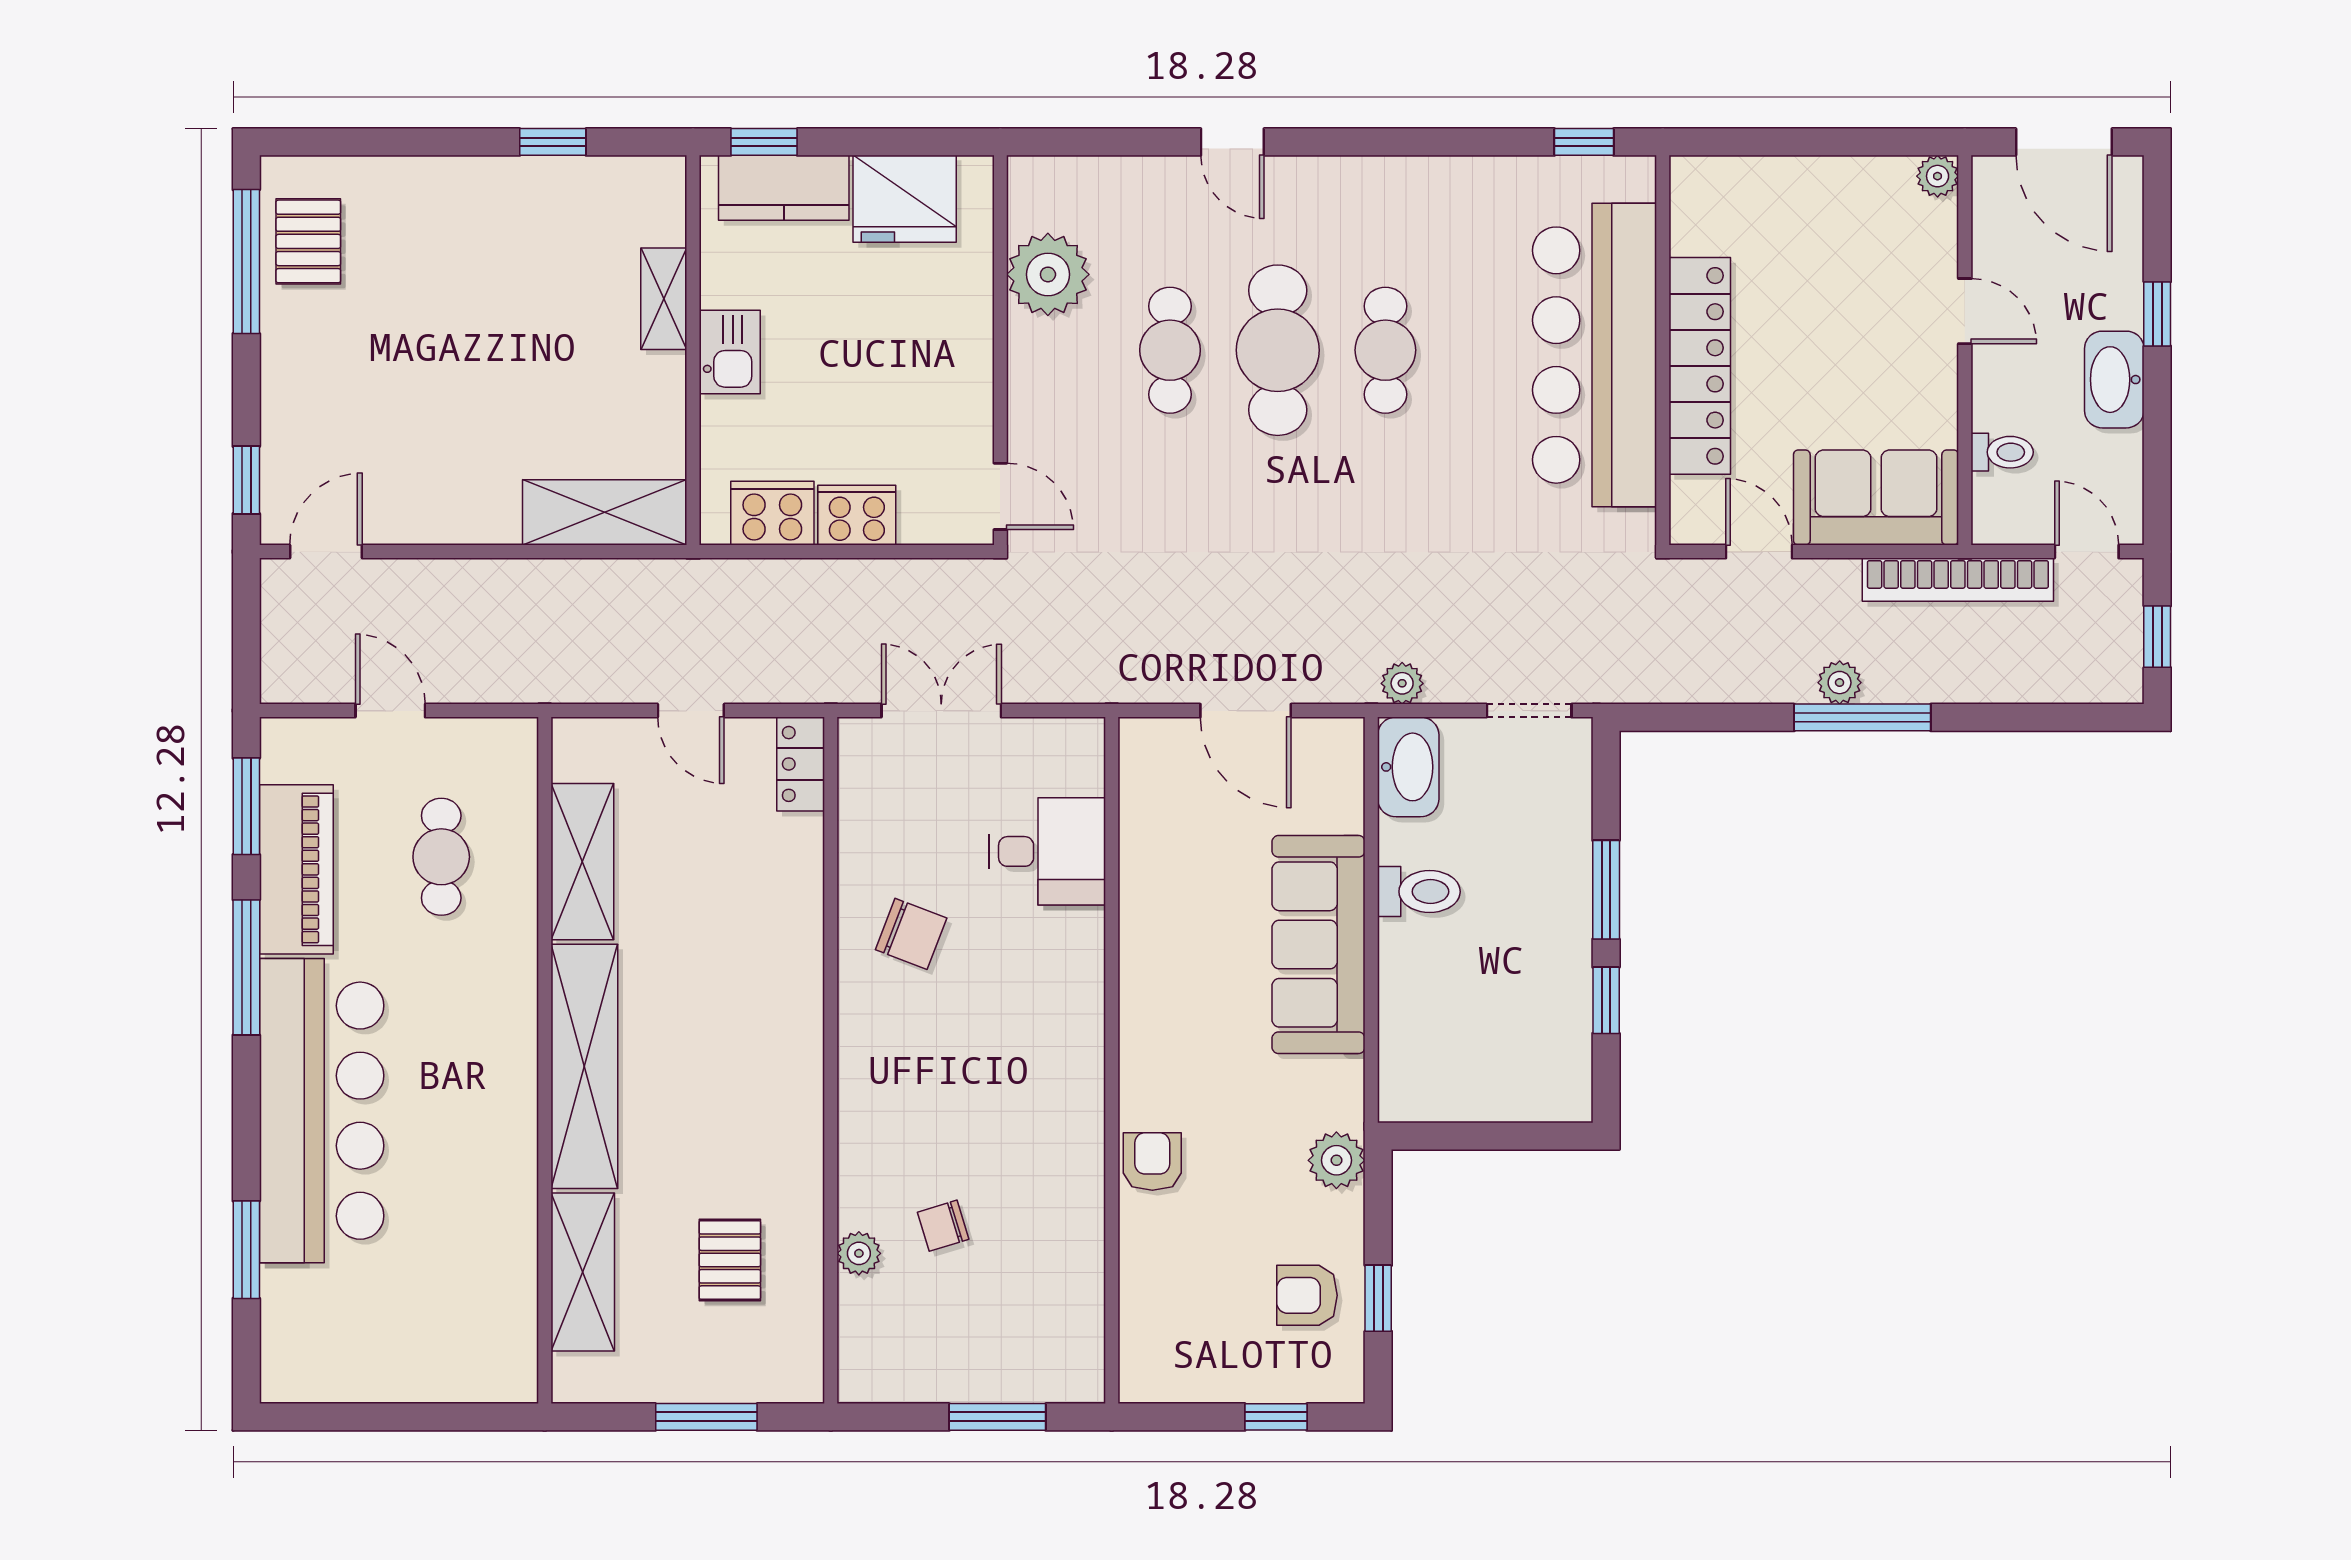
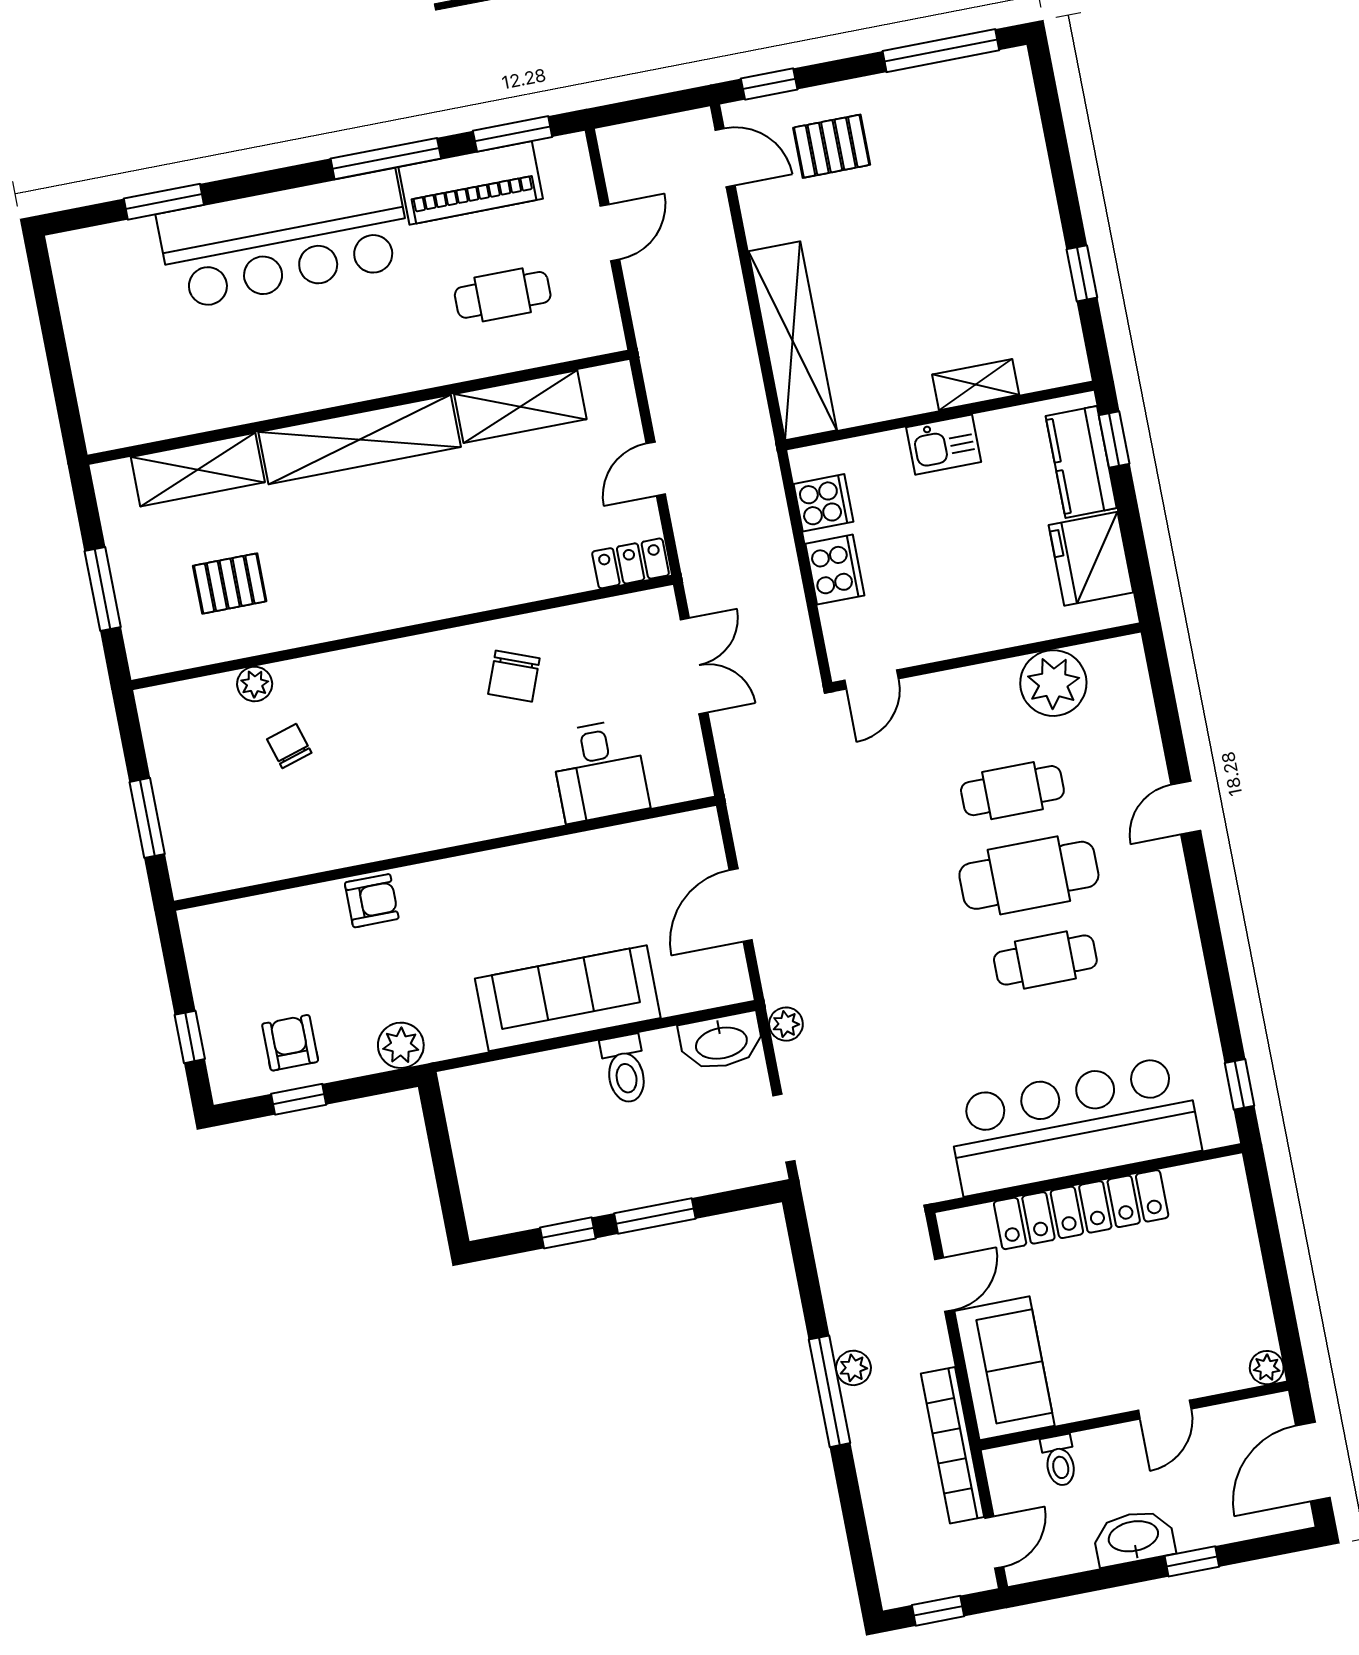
pallet: (308, 241) -> (832, 146), moved
shelving: (605, 512) -> (793, 341), width x1.47
cooker: (772, 513) -> (823, 503), width x0.73

